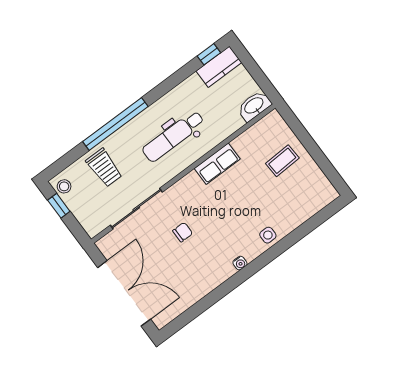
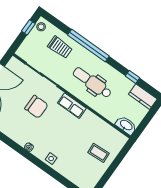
window: (209, 54) -> (132, 77), moved
row of seats: (217, 164) -> (72, 106), moved
trolley: (104, 168) -> (60, 47), turned -90
chair: (183, 232) -> (36, 107), width x1.87, depth x1.87

